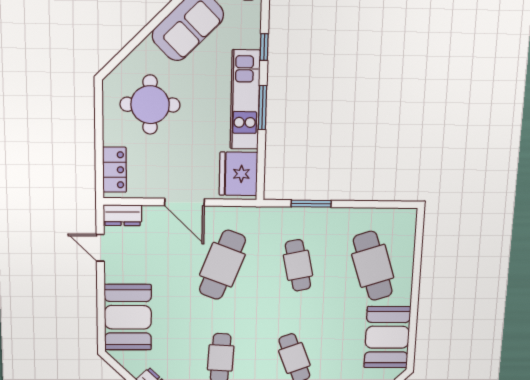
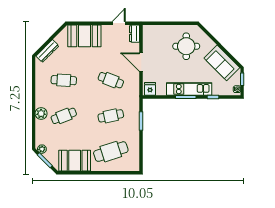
locker: (115, 170) -> (156, 30), removed
fridge: (238, 174) -> (150, 89), width x0.53, depth x0.75
door: (185, 202) -> (141, 62), hinge flipped
cafe table: (222, 265) -> (111, 80), width x0.73, depth x0.74

